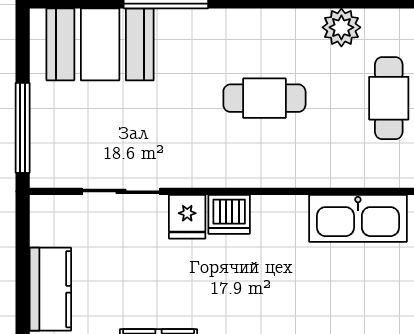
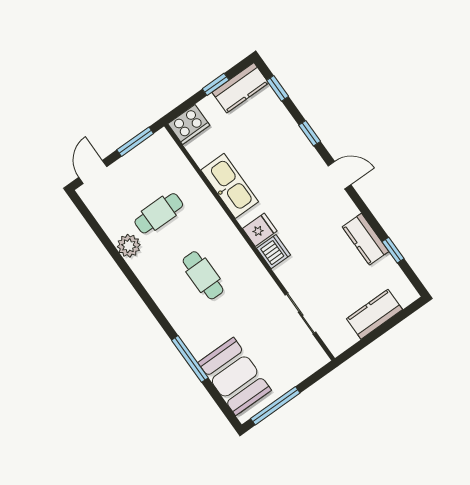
plant: (341, 27) -> (129, 246), moved
window: (23, 128) -> (275, 406), moved
fridge: (187, 217) -> (260, 230), moved

